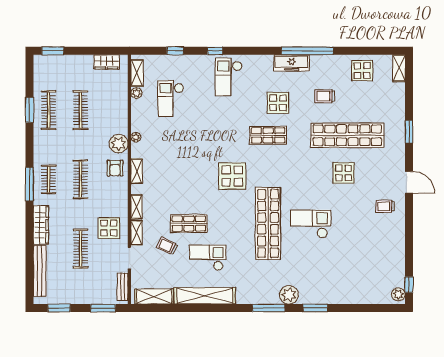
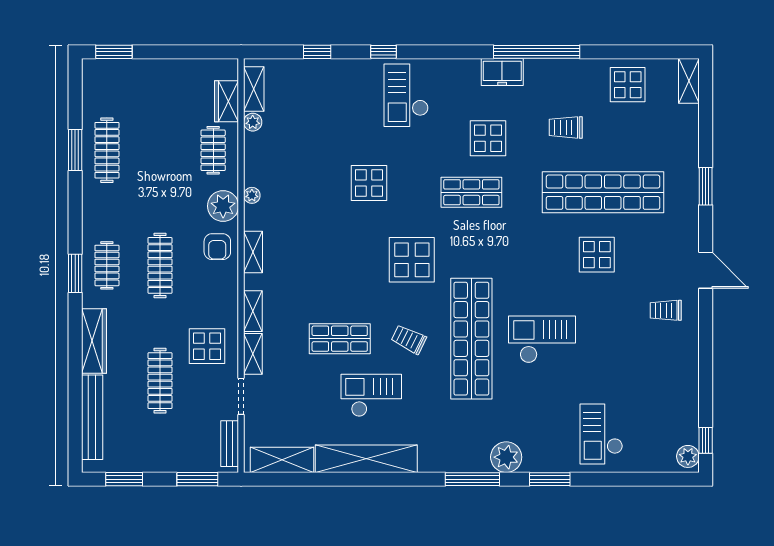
wardrobe: (106, 62) -> (227, 101), moved, turned 90
freezer: (292, 63) -> (502, 72), width x0.71
checkout: (171, 99) -> (601, 434), moved
clothes rail: (81, 110) -> (213, 150), moved, width x0.73
display table: (206, 130) -> (369, 183), added
window: (29, 184) -> (75, 273), width x0.69
trolley: (167, 246) -> (409, 339), moved

